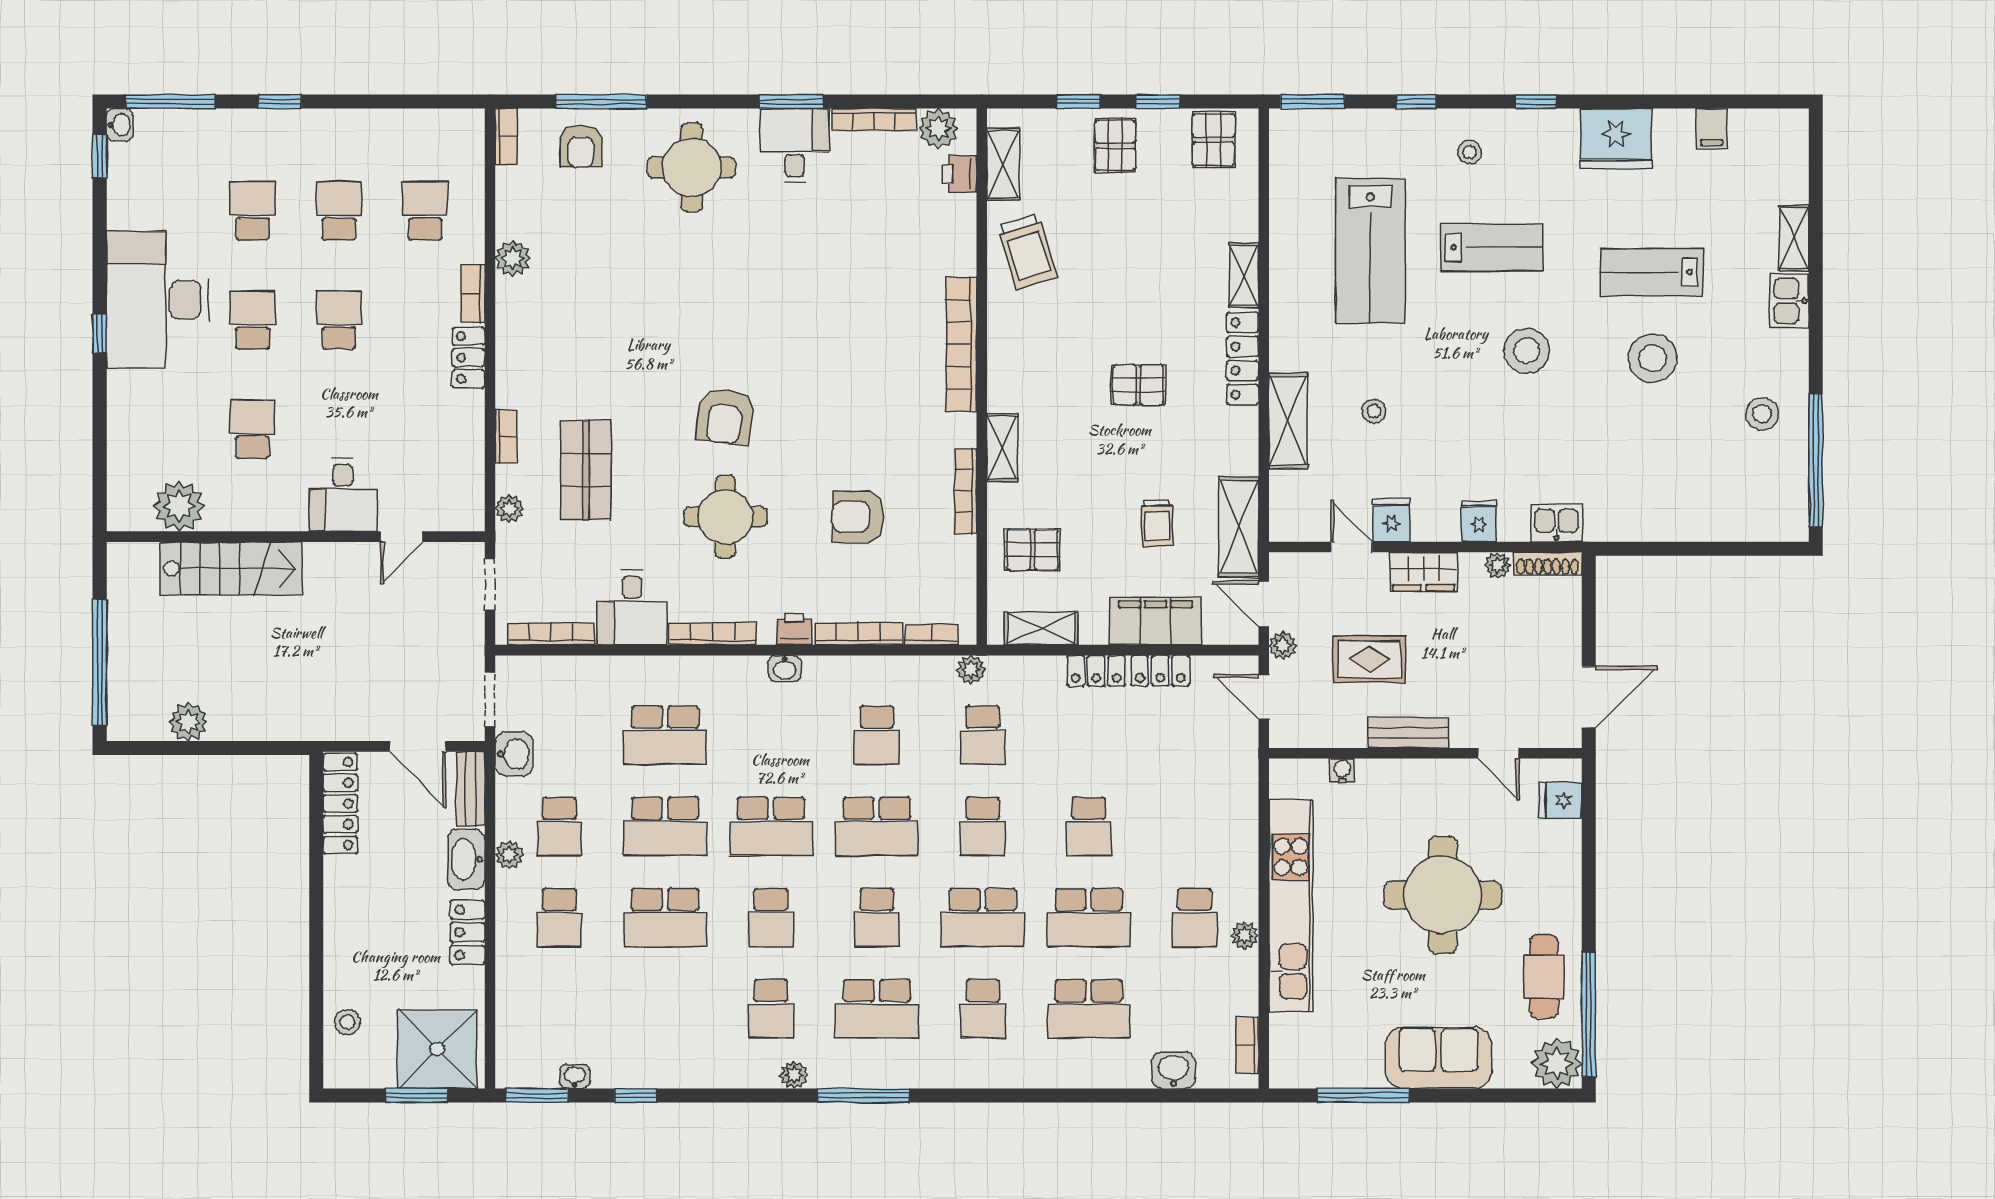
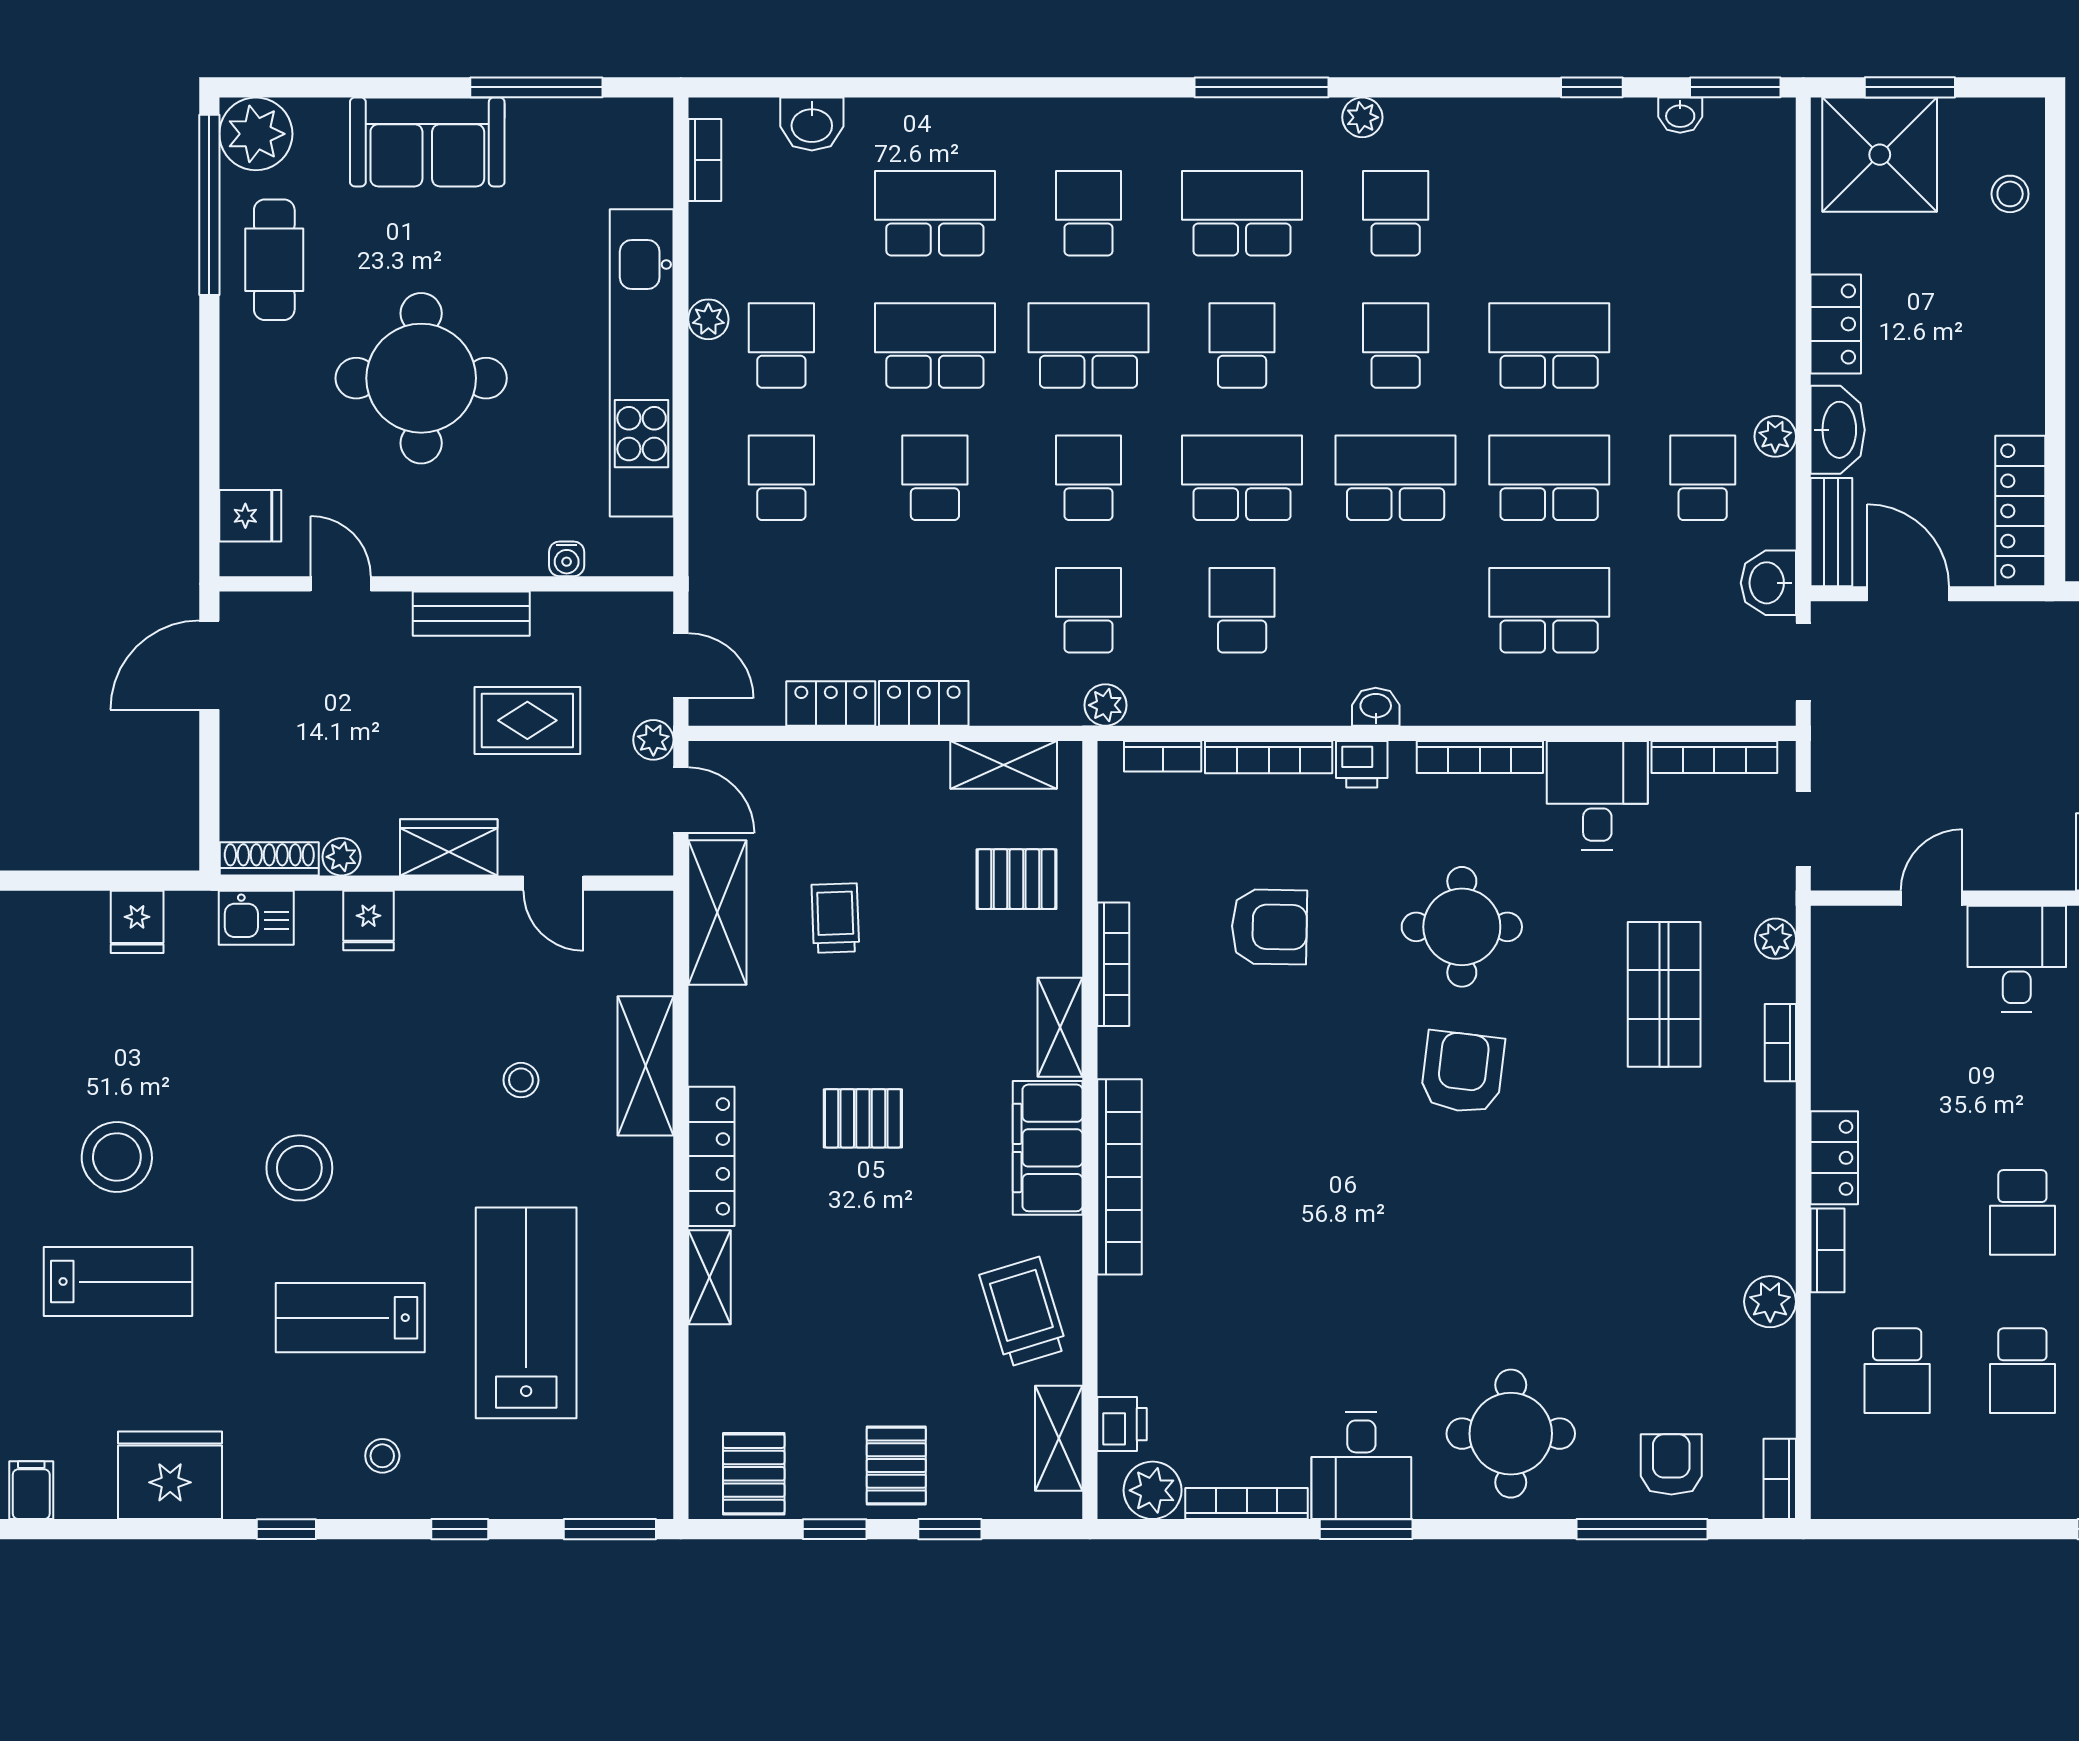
fridge: (1391, 520) -> (137, 922), moved
filing cabinet: (1156, 621) -> (1048, 1148), moved, turned 90
school desk: (559, 918) -> (781, 478), moved

